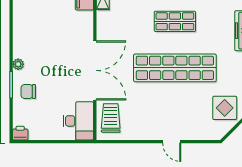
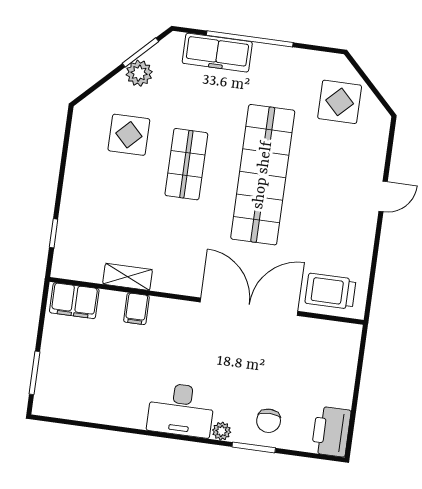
desk: (78, 121) -> (181, 410), moved, turned 180
printer: (20, 133) -> (331, 432), width x1.87, depth x1.48

